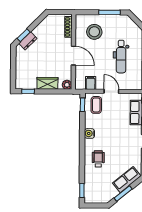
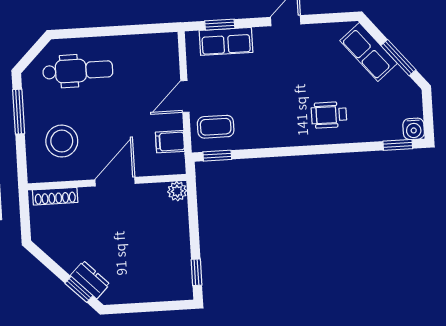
dental chair: (121, 57) -> (78, 71), moved
wardrobe: (47, 83) -> (177, 232), removed
water cooler: (89, 133) -> (414, 129), moved

